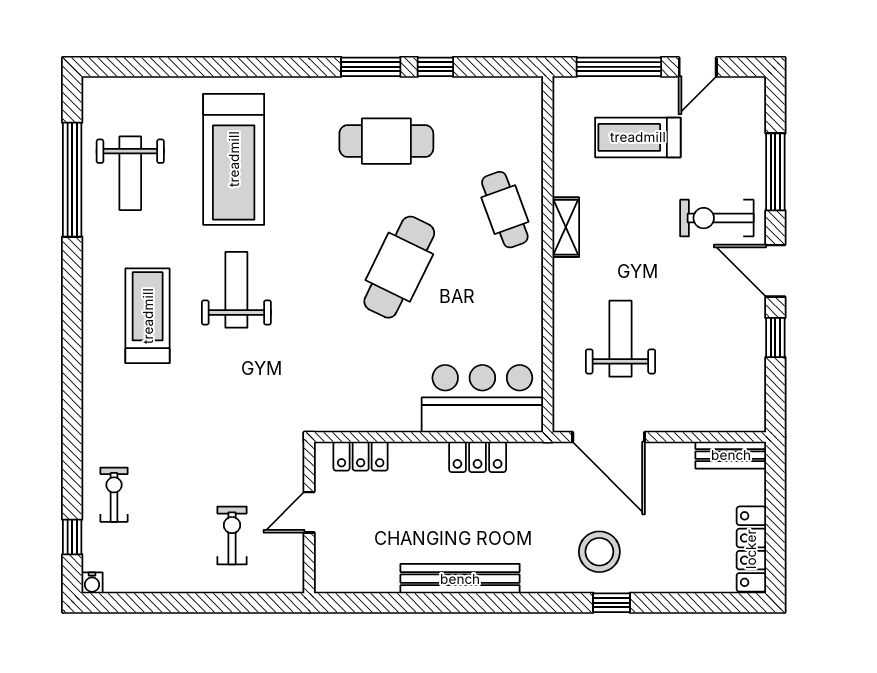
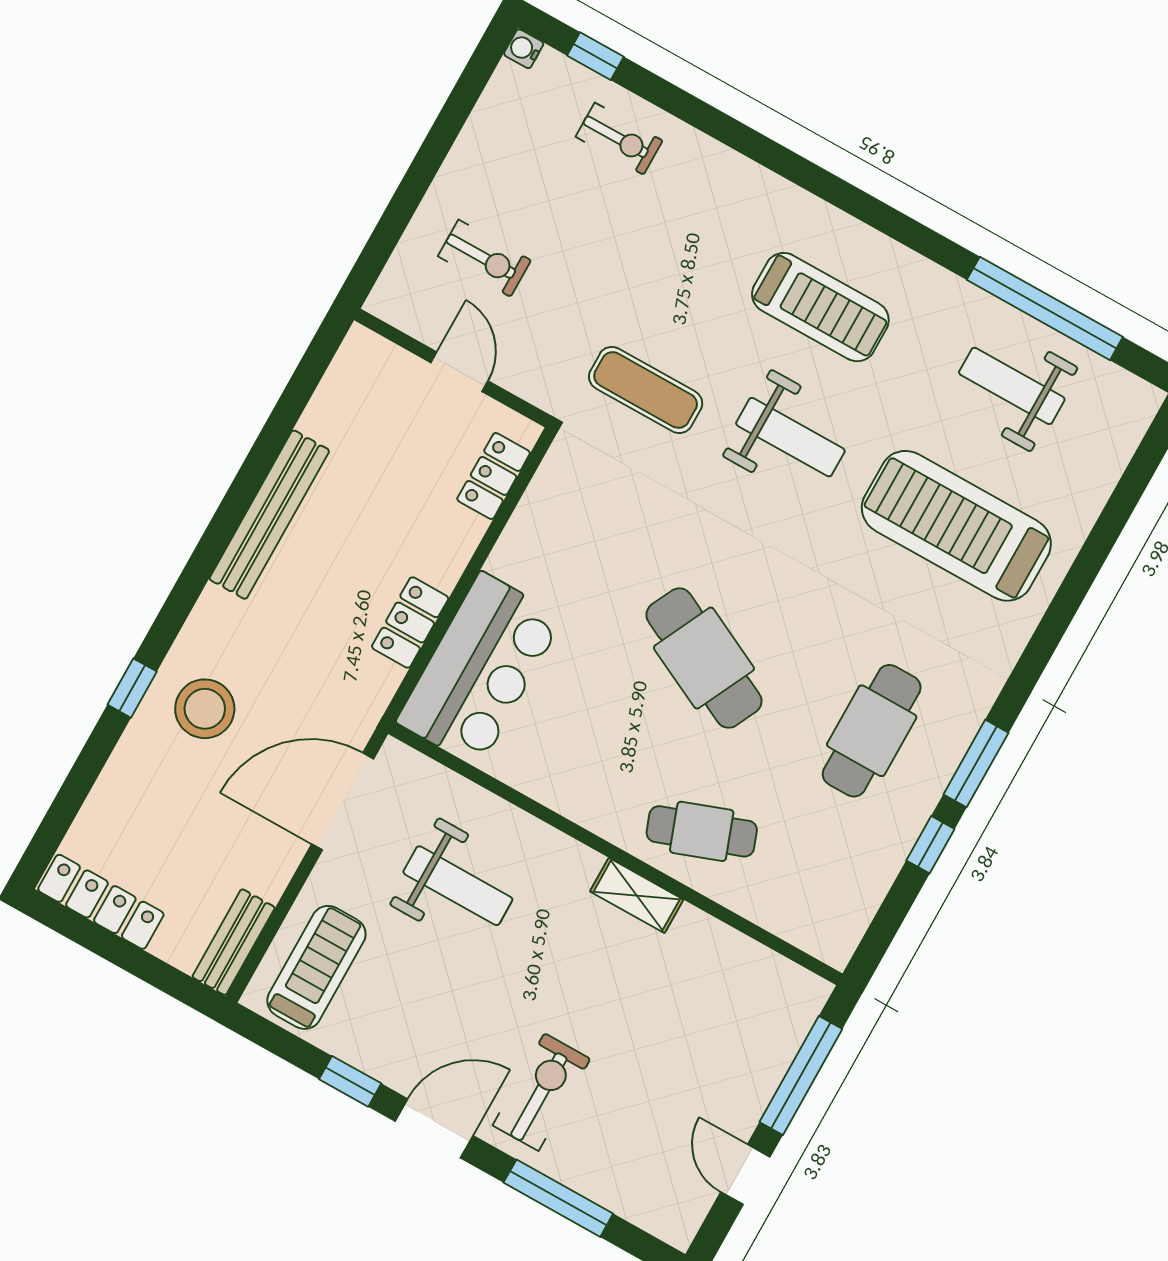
treadmill: (638, 137) -> (316, 967), moved
exercise mat: (257, 393) -> (646, 390), added

